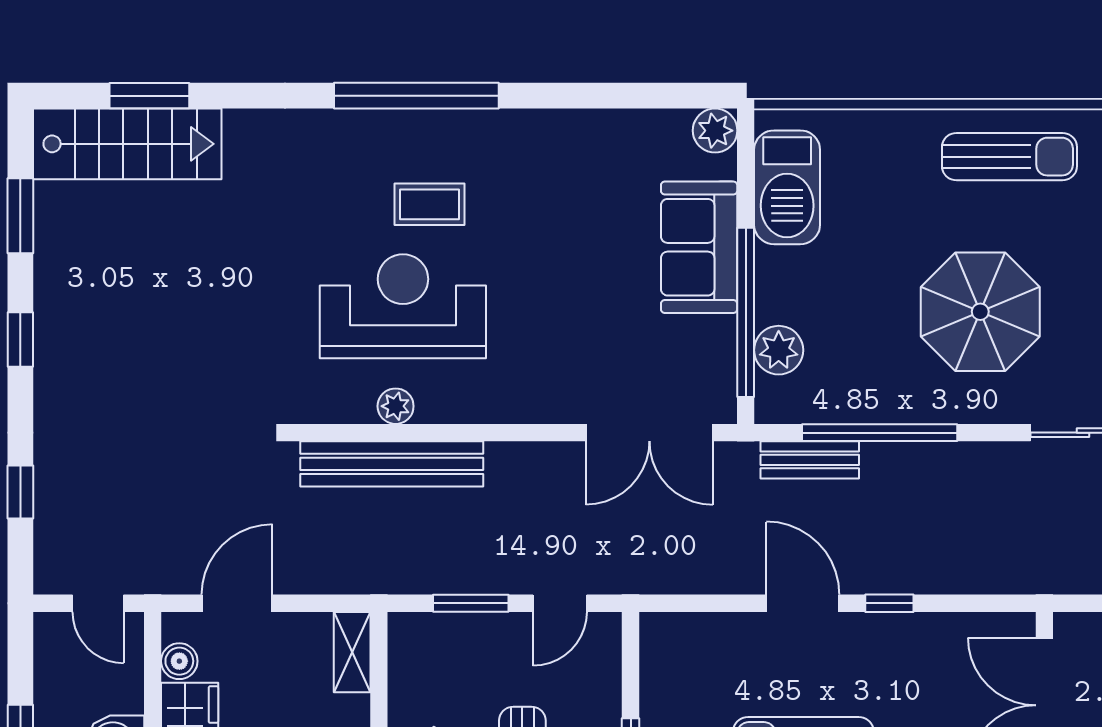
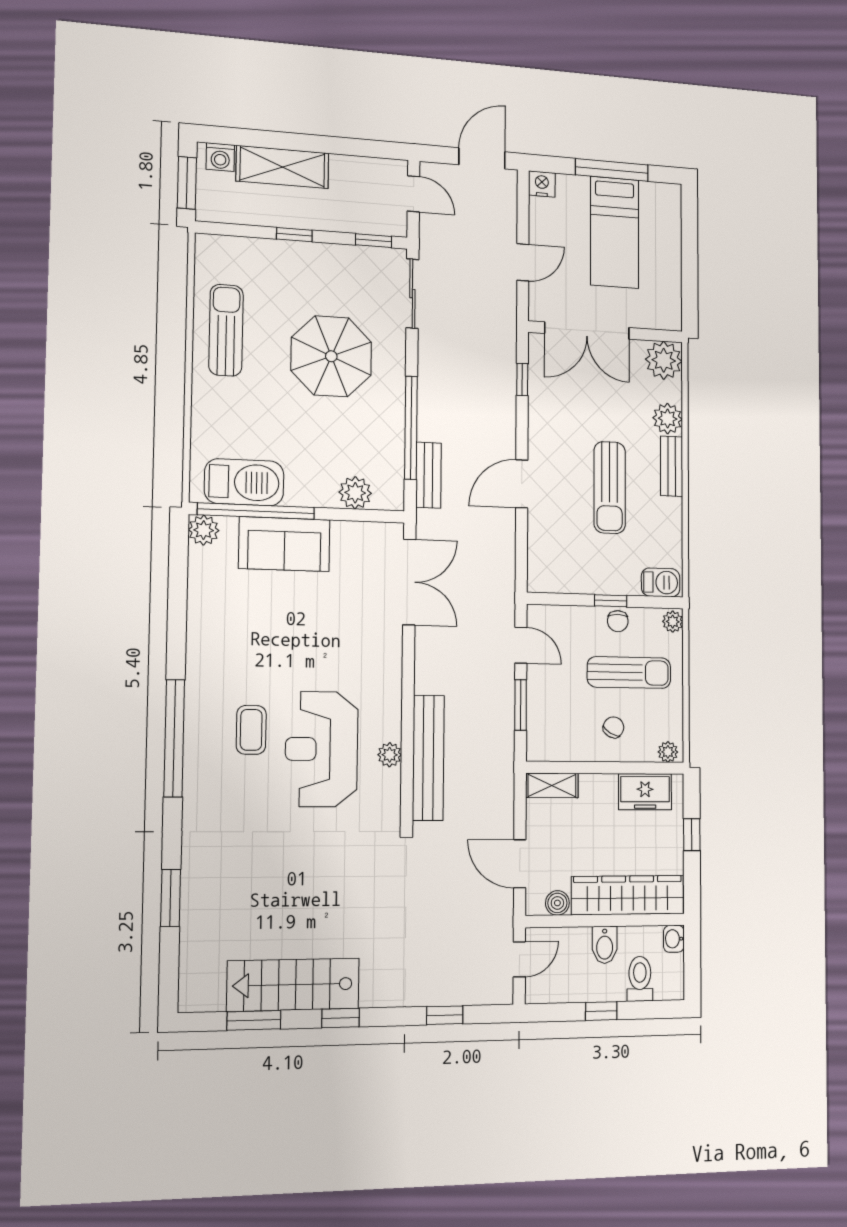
window: (149, 96) -> (171, 898), moved
stairs: (127, 144) -> (293, 985), moved, turned -90
window: (746, 312) -> (256, 511), moved
window: (889, 603) -> (522, 379), moved

